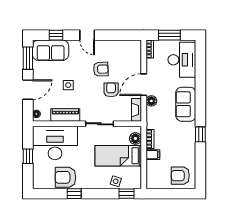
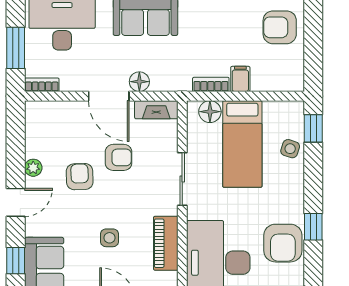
plant: (106, 44) -> (33, 168), added
armchair: (111, 90) -> (118, 157), turned 180
armchair: (180, 176) -> (280, 27), turned 90

